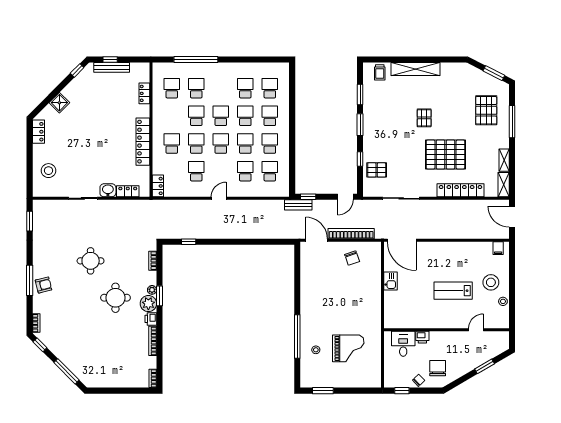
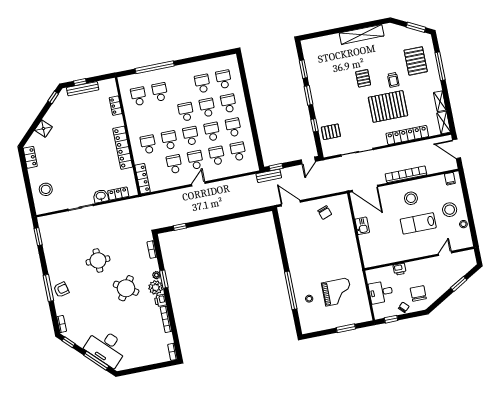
shelving: (416, 69) -> (362, 34), moved
trolley: (380, 72) -> (393, 80), moved
school desk: (196, 116) -> (196, 160), moved
locker: (158, 186) -> (142, 179), width x1.53
bookcase: (351, 234) -> (406, 174), moved
stool: (451, 261) -> (411, 198), added
round table: (115, 298) -> (126, 288), turned 33
desk: (403, 344) -> (381, 292), moved, turned -90
desk: (80, 359) -> (106, 347), added
window: (323, 391) -> (346, 328), moved

